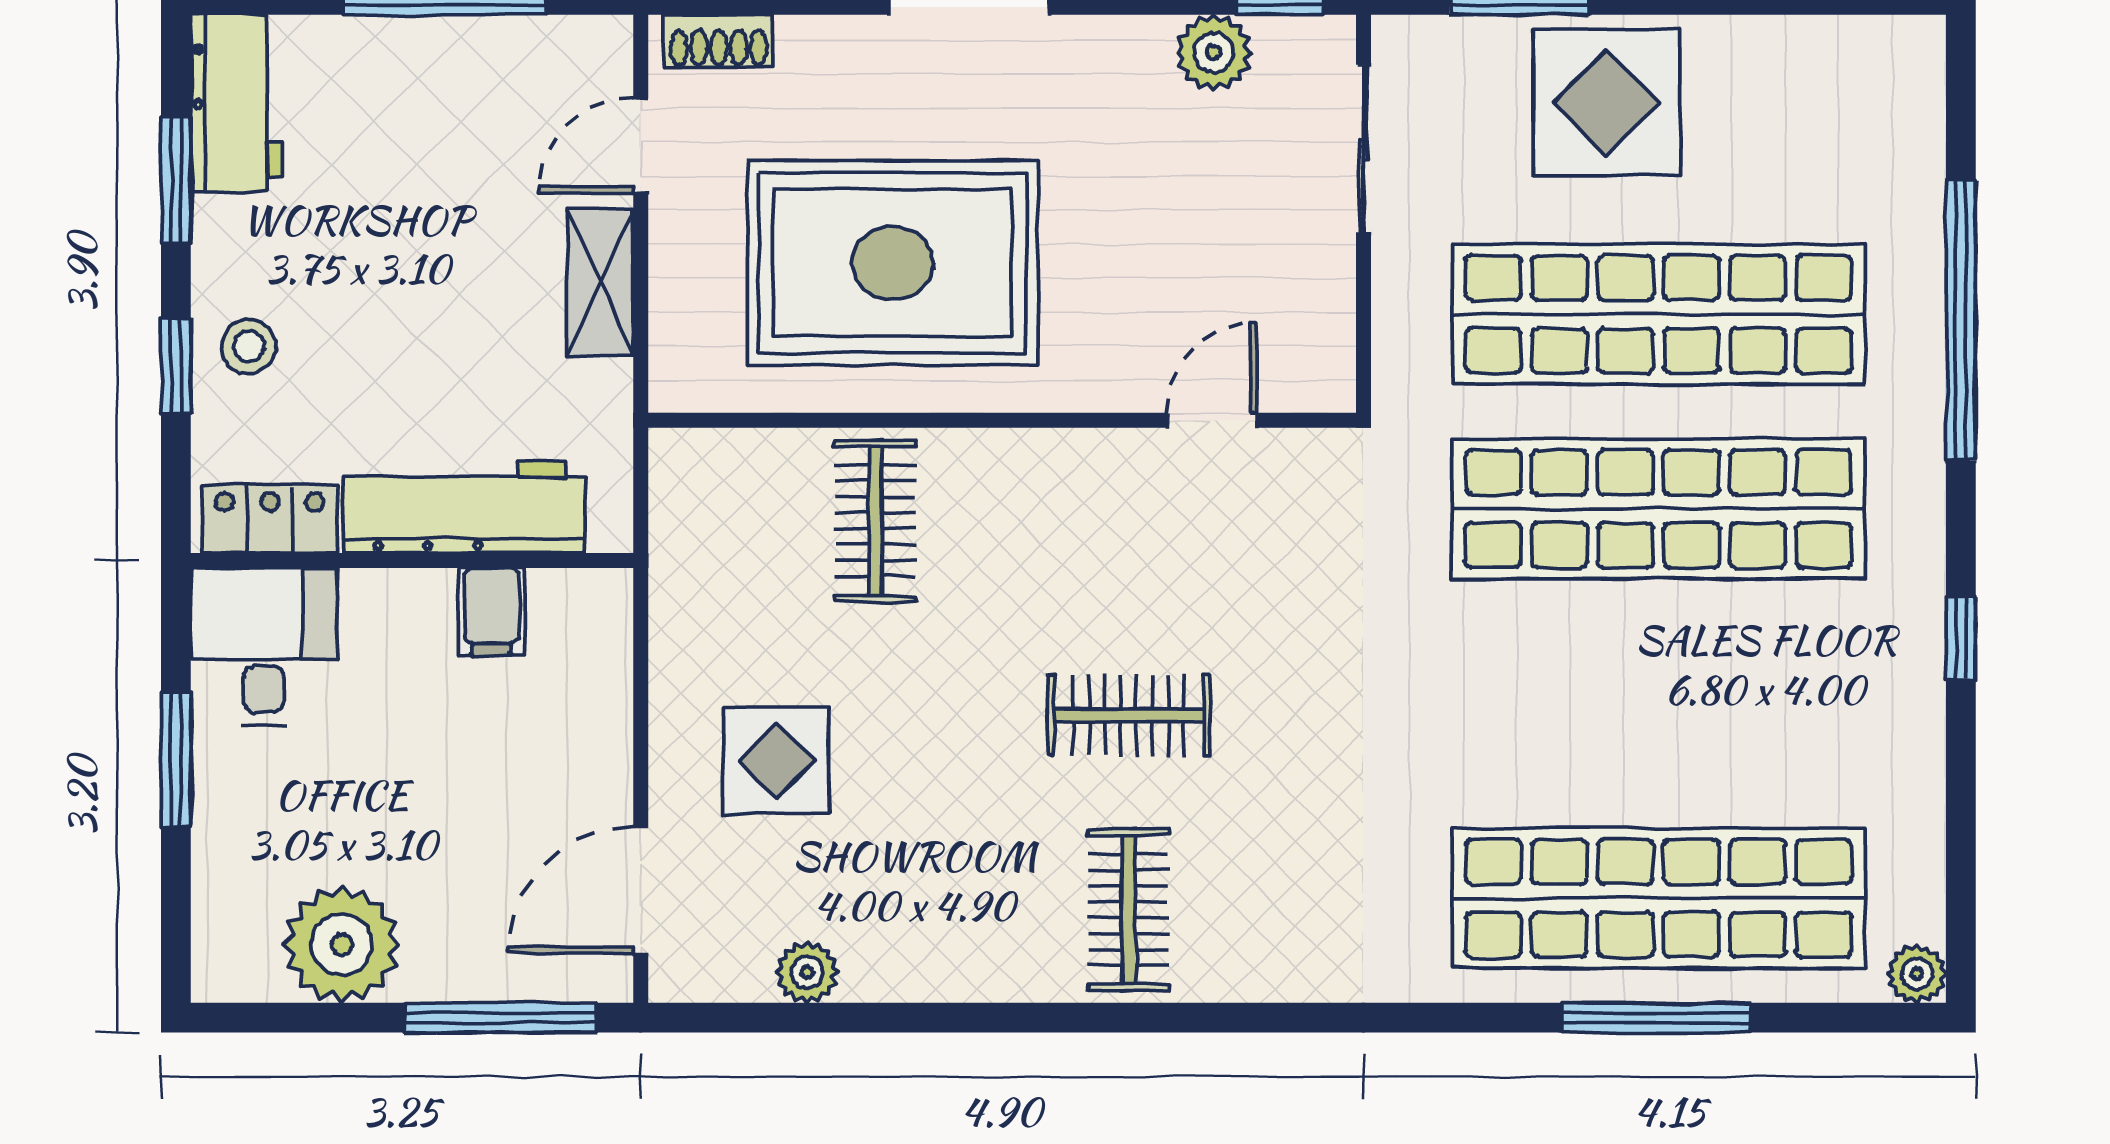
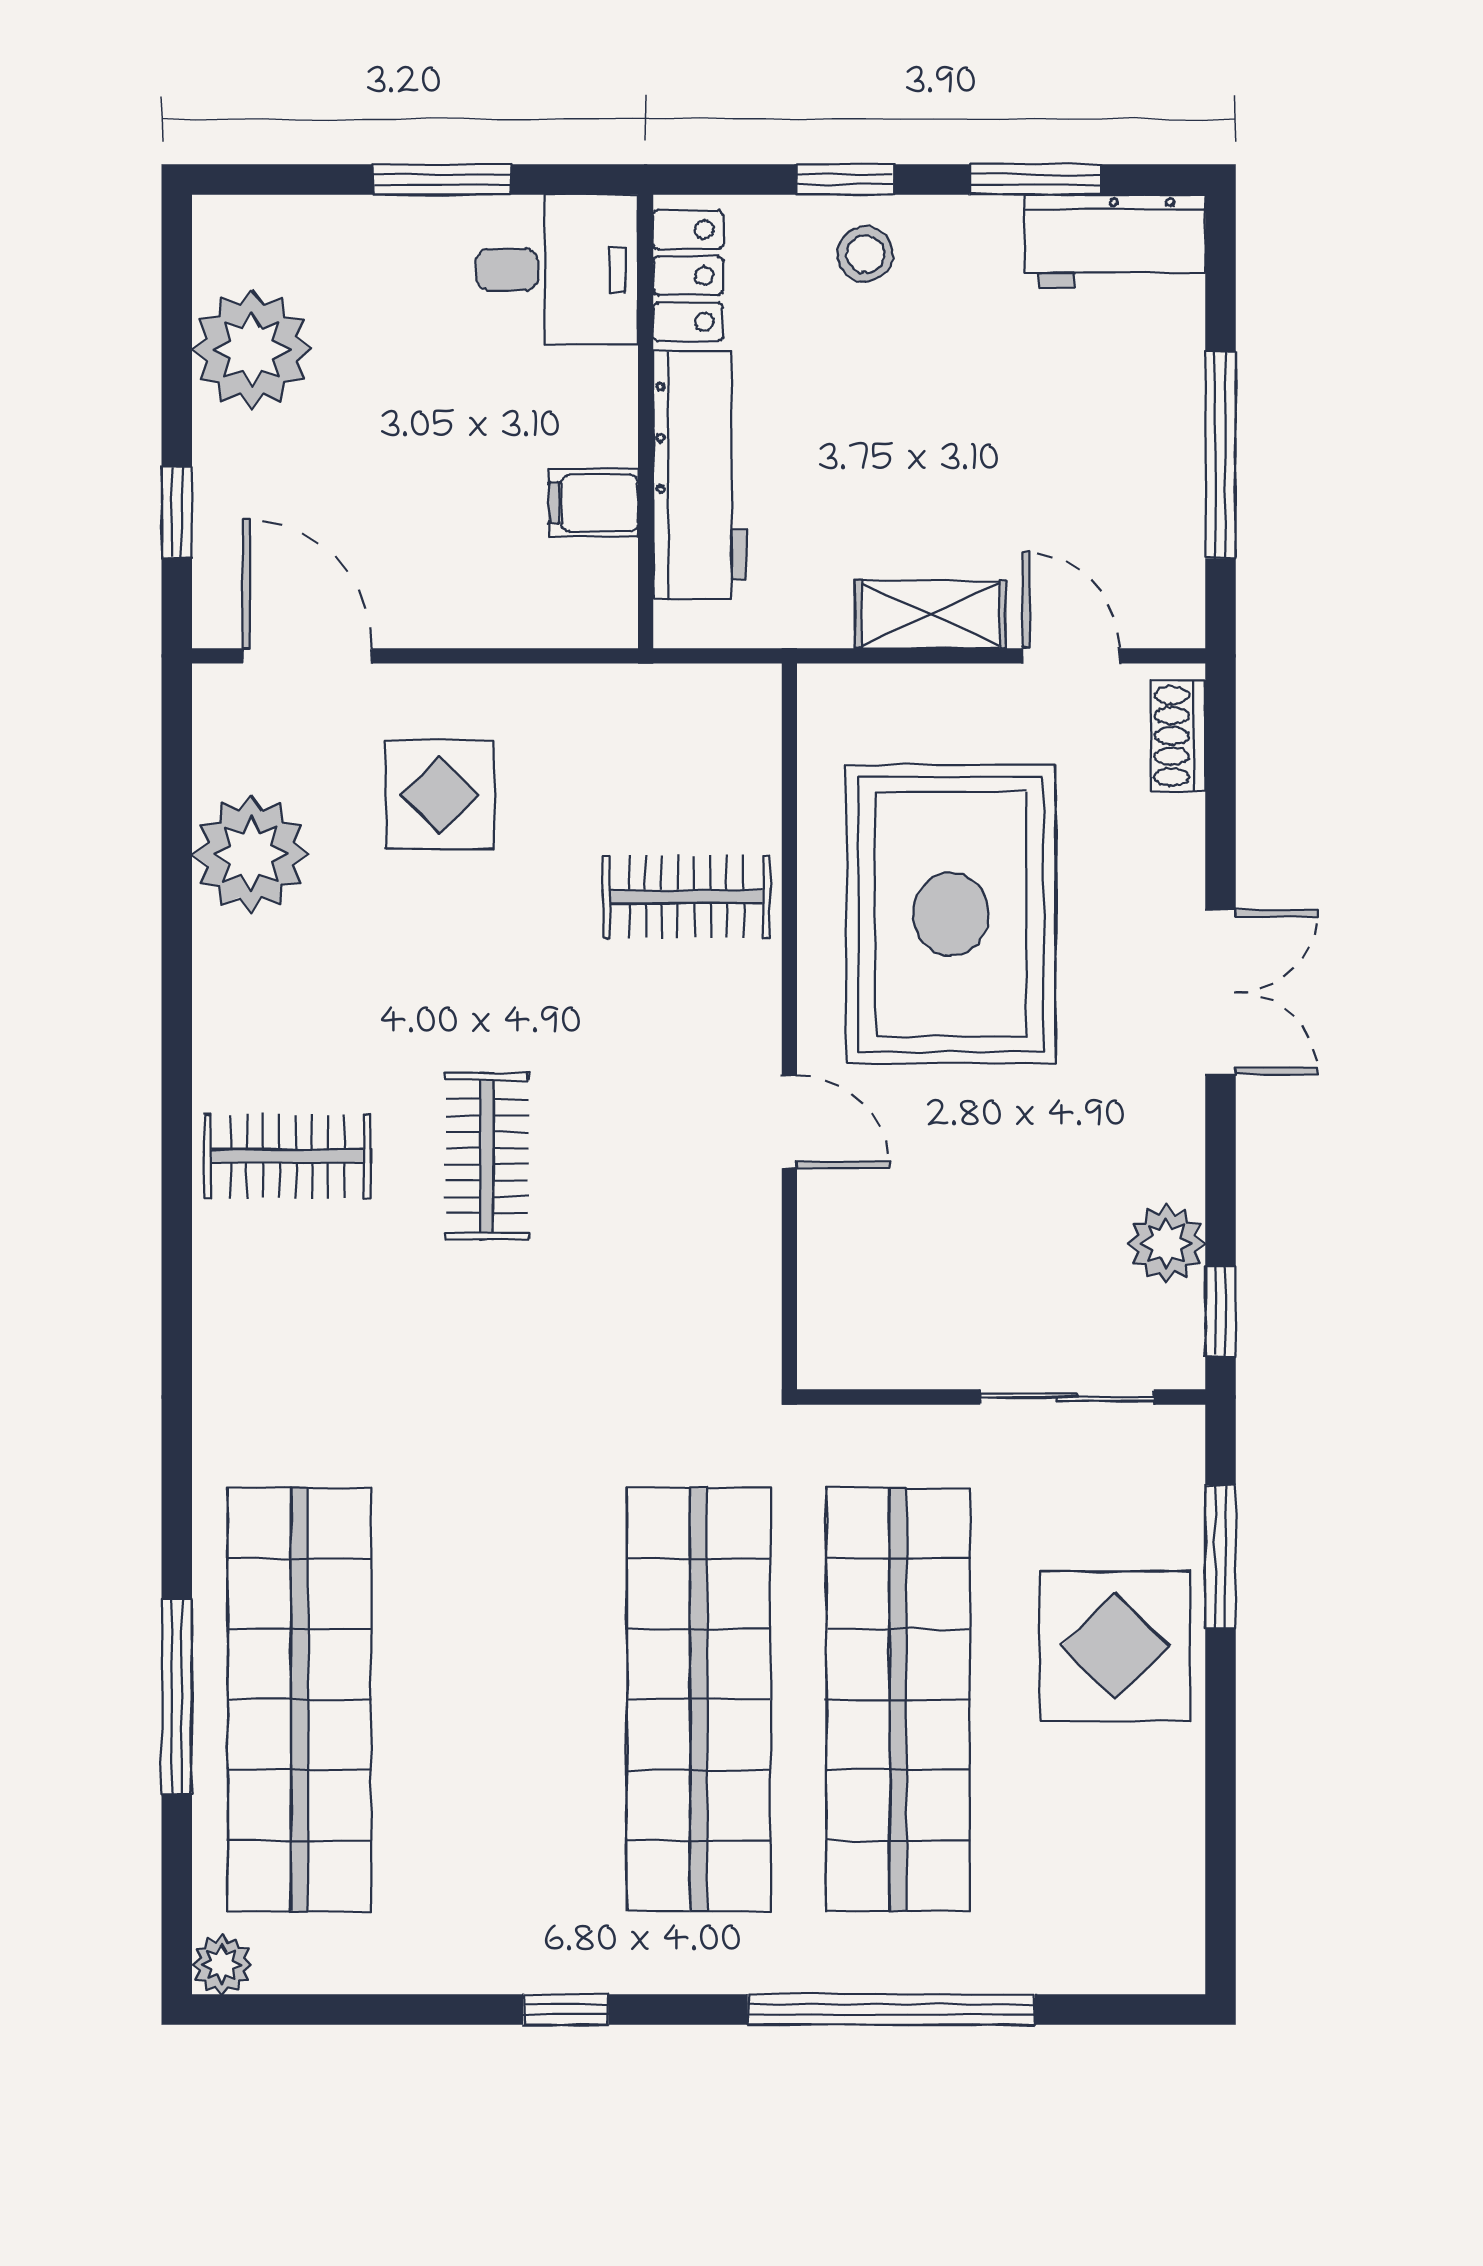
door: (1211, 420) -> (789, 1122), moved
plant: (807, 972) -> (251, 854), width x1.87, depth x1.87
window: (501, 1018) -> (177, 512), width x0.46

